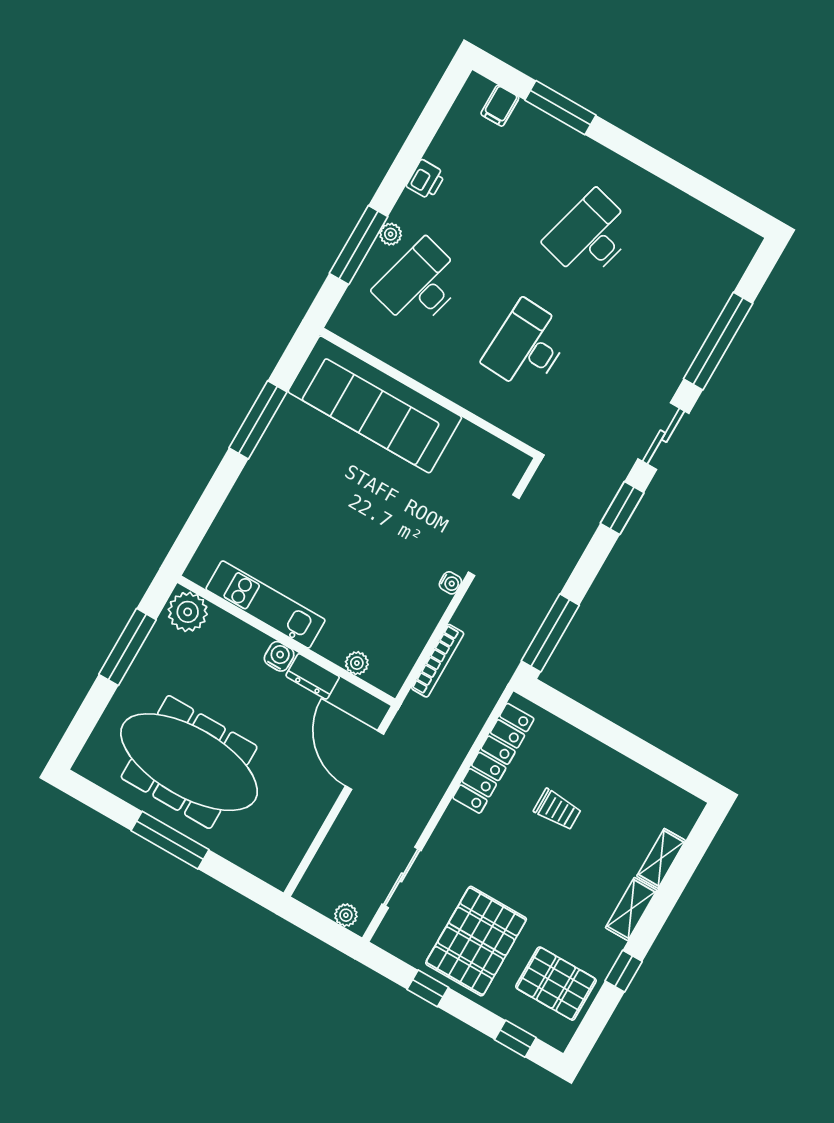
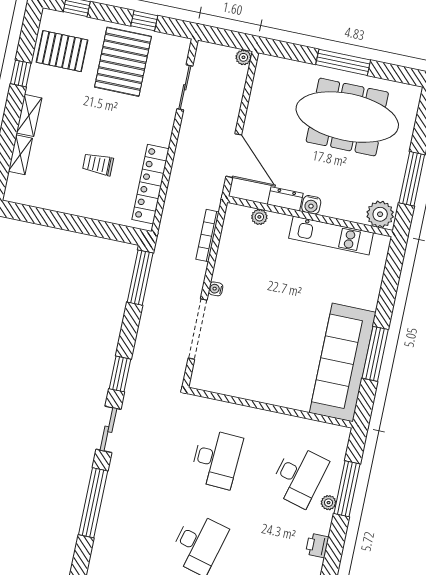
sofa: (375, 404) -> (343, 363), moved, turned -90
plant: (346, 915) -> (243, 57), moved

